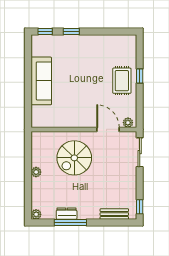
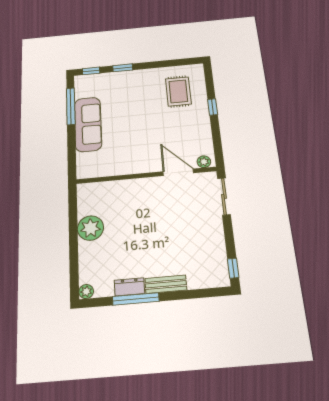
window: (28, 63) -> (71, 106), added
rug: (122, 81) -> (178, 91), moved
spiral stairs: (74, 158) -> (136, 212), removed
plant: (36, 172) -> (90, 228), width x1.87, depth x1.87
bench: (114, 214) -> (166, 284), moved

